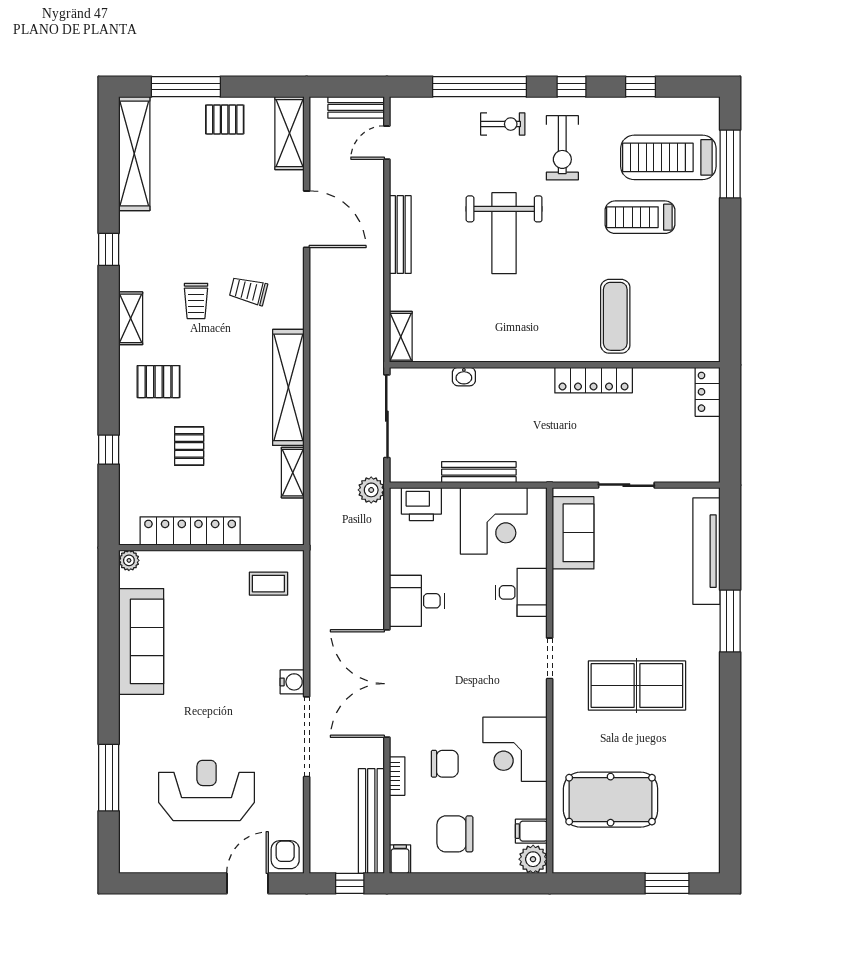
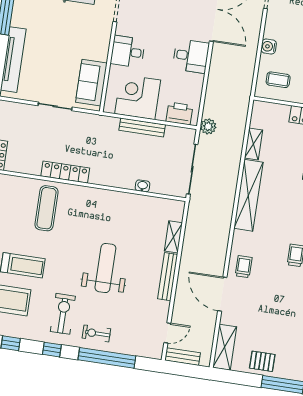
trolley: (248, 291) -> (244, 267), moved, turned -104
shelving: (401, 337) -> (173, 237), moved
water cooler: (292, 682) -> (269, 46), moved

